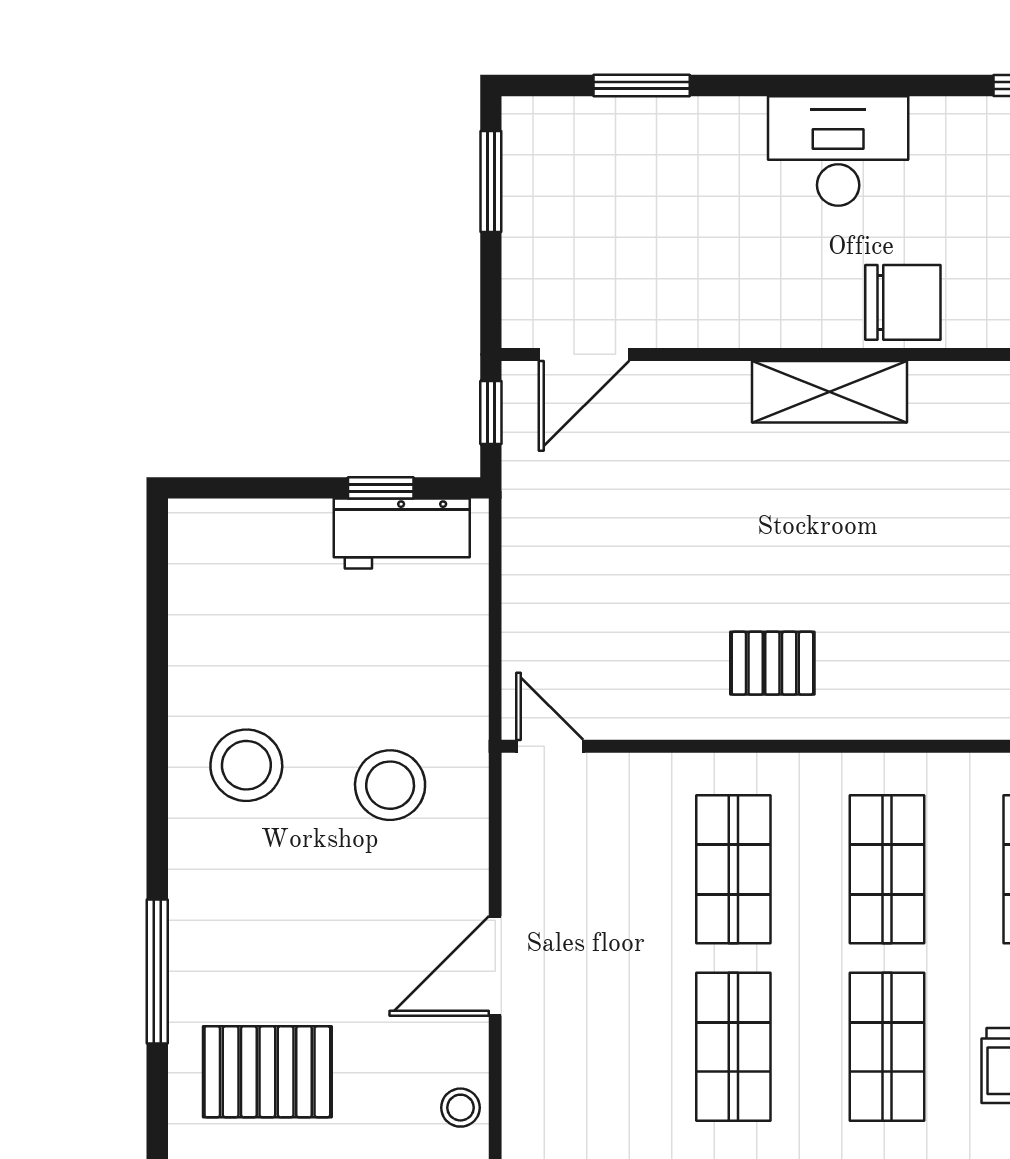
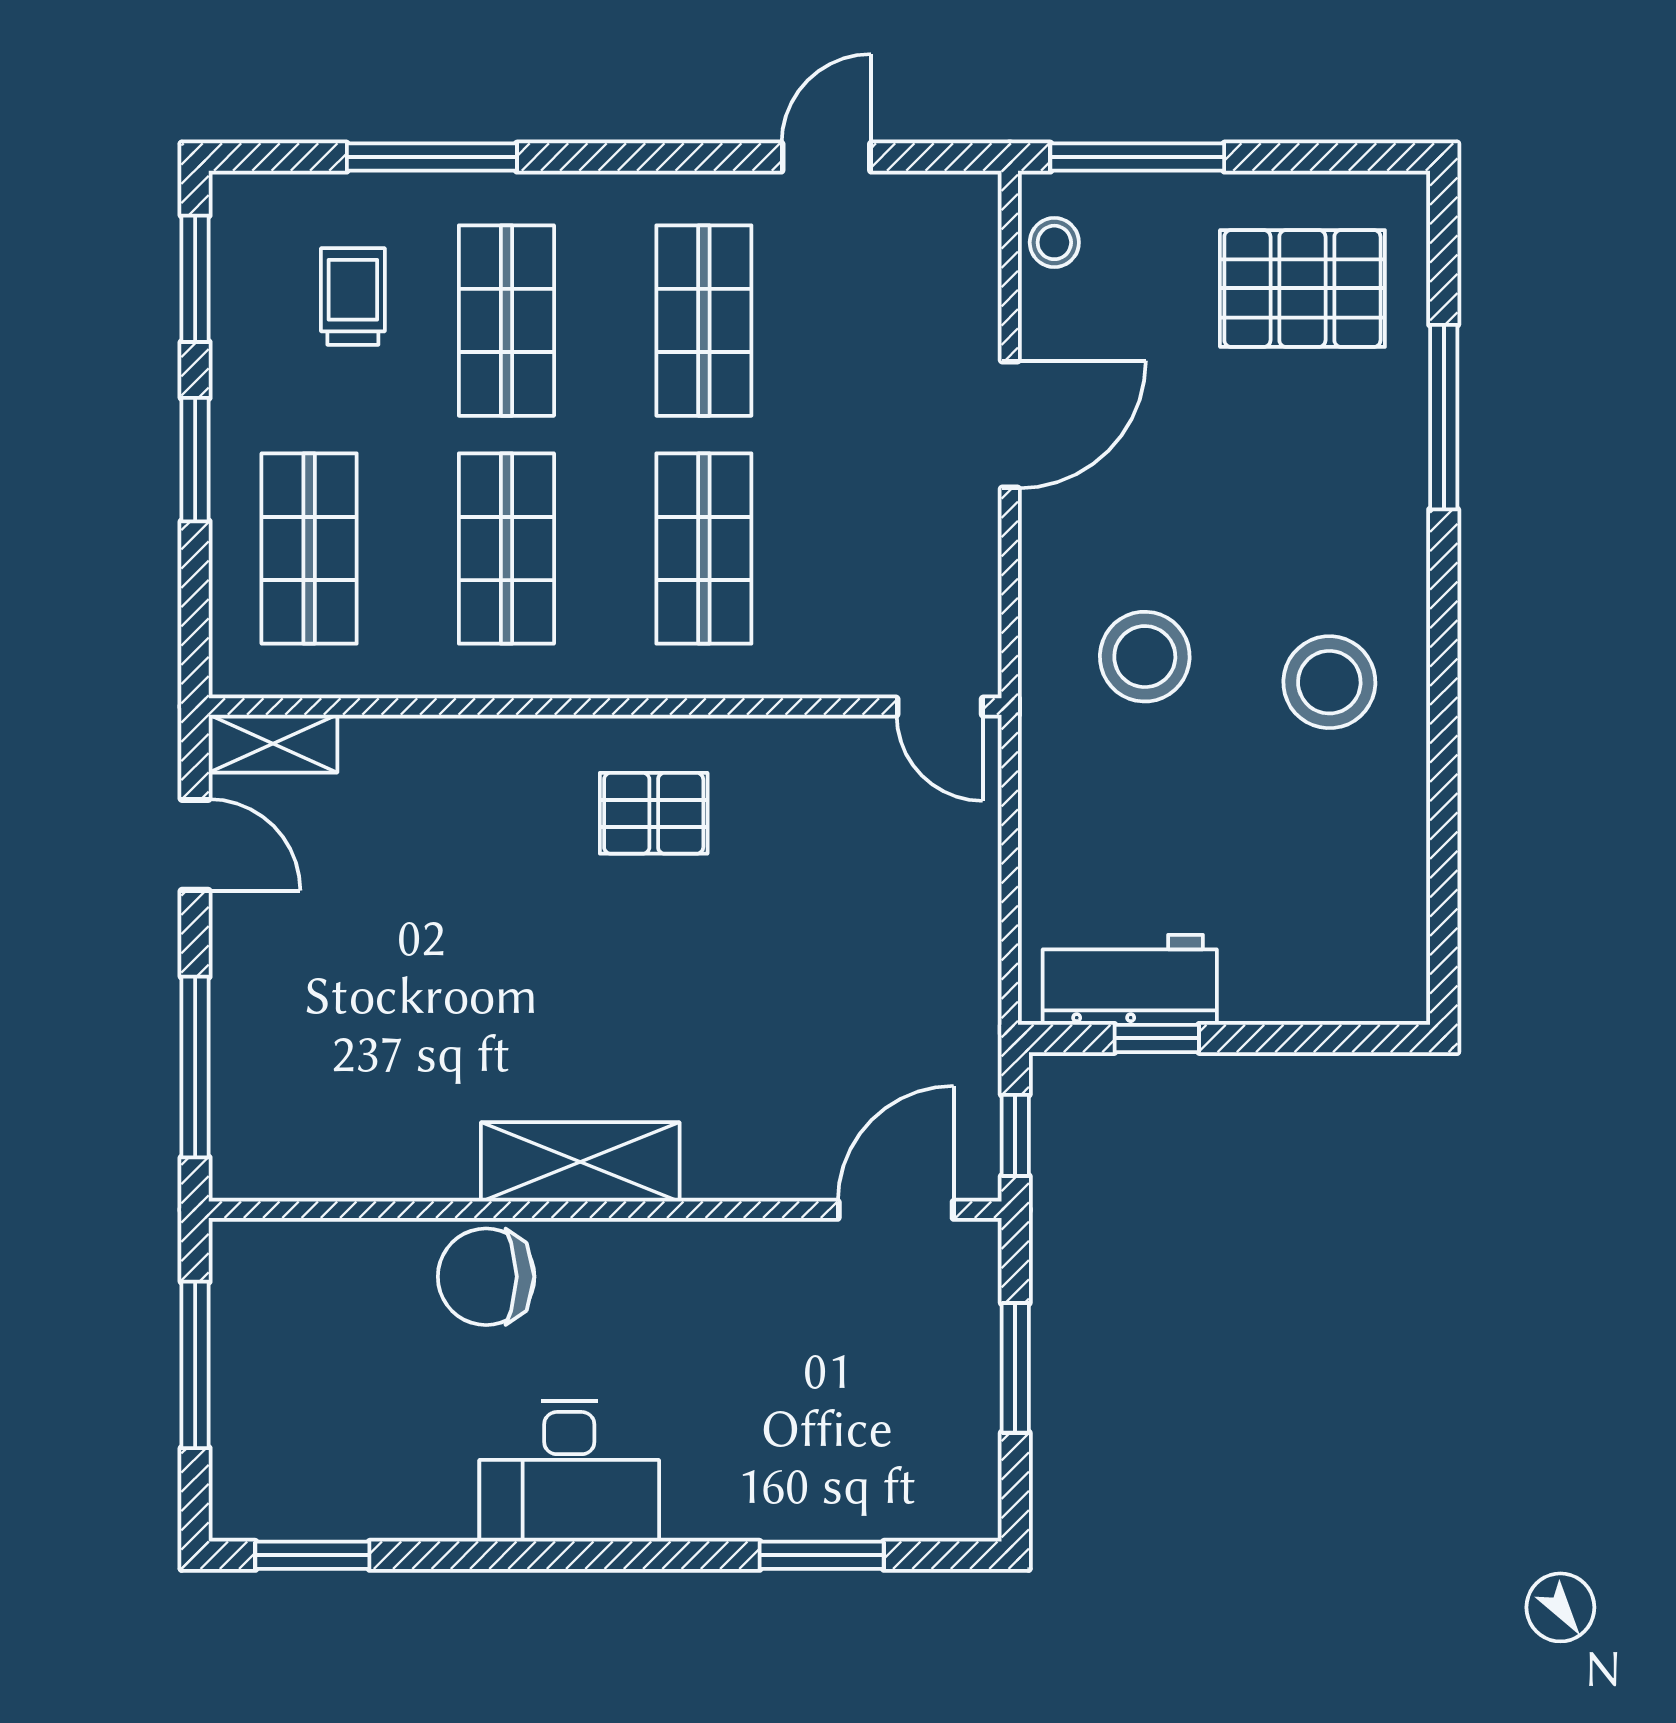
window: (491, 182) -> (1015, 1368), moved

